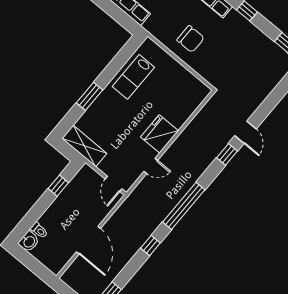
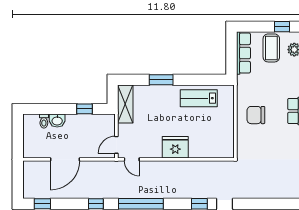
chair: (191, 39) -> (256, 115), turned 90
door: (151, 166) -> (132, 159), moved
washbasin: (29, 242) -> (57, 121), moved

